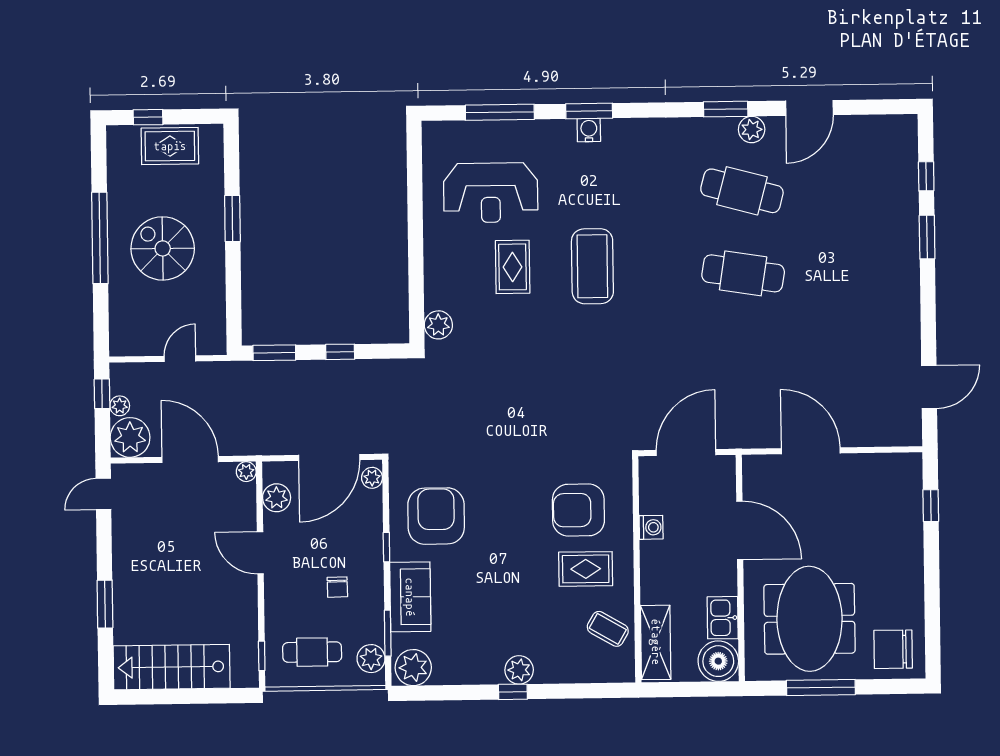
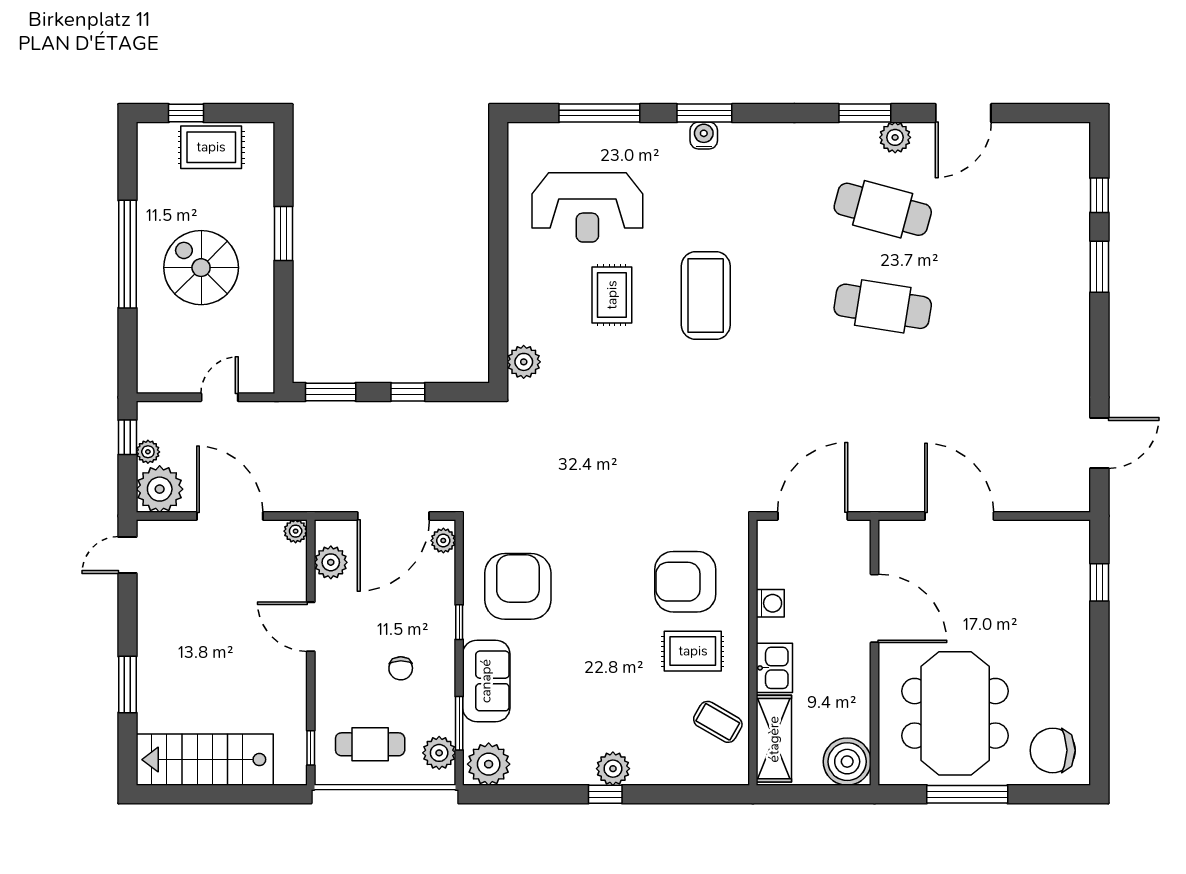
kitchen sink: (723, 618) -> (774, 668), moved, turned 180

